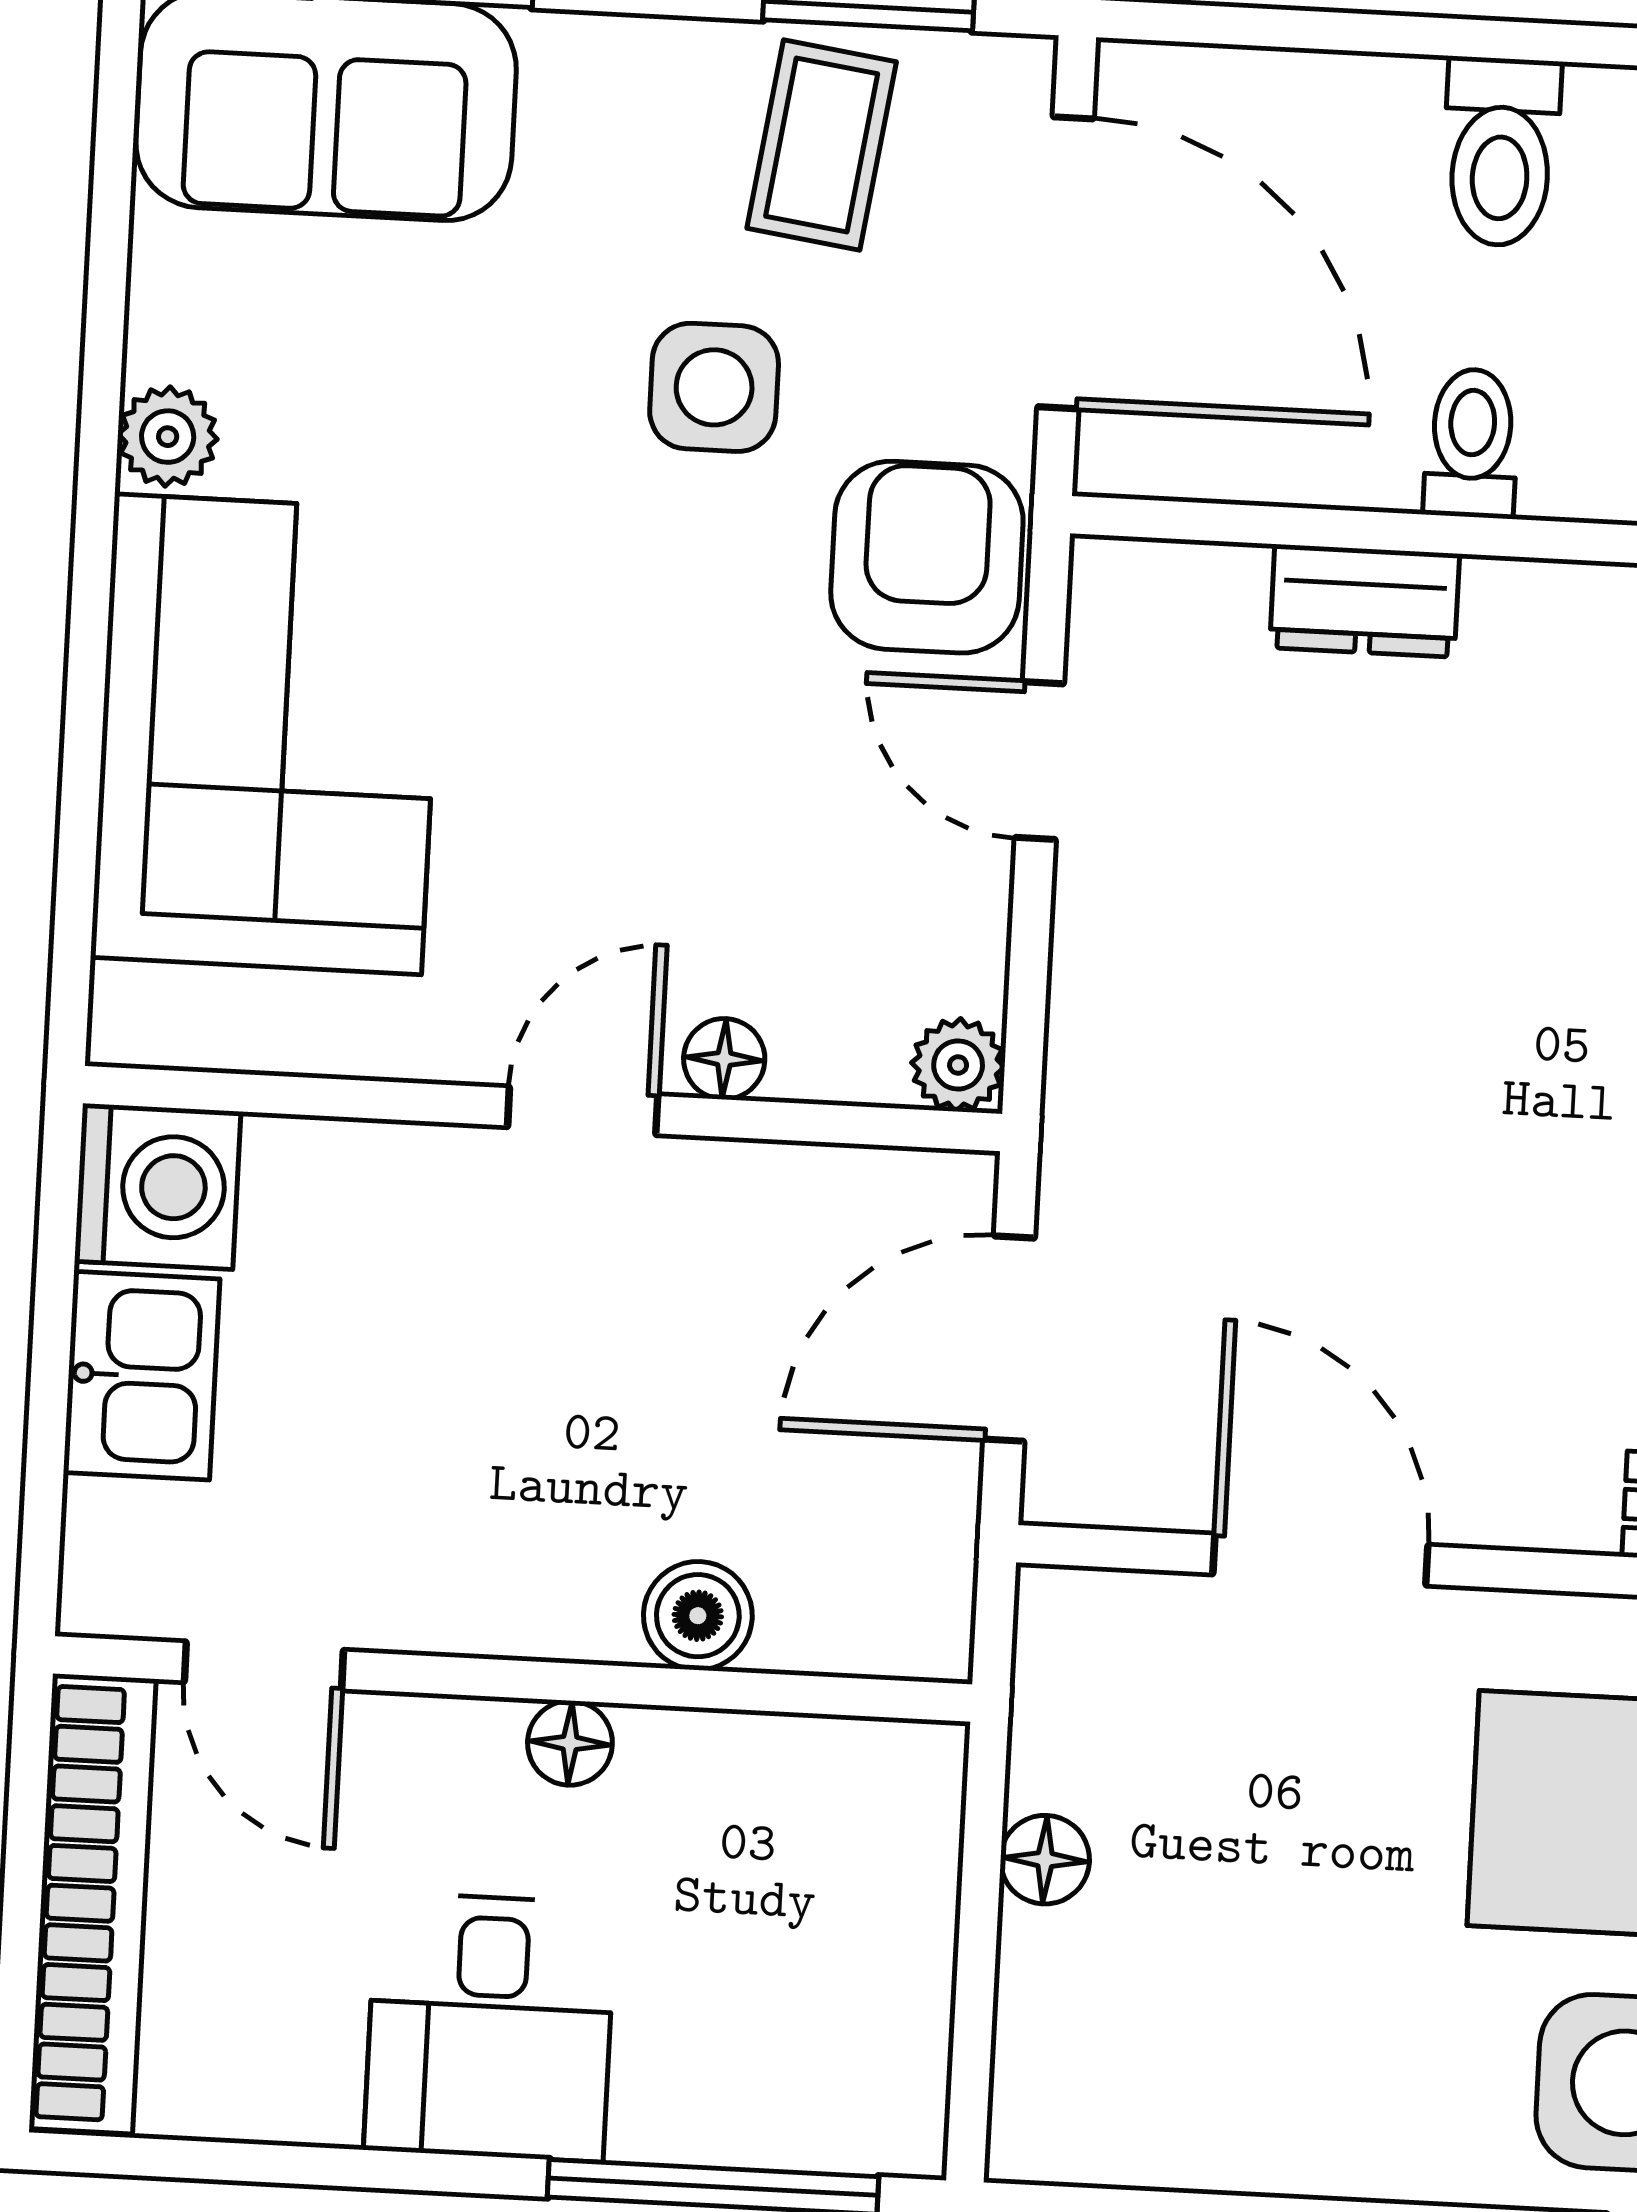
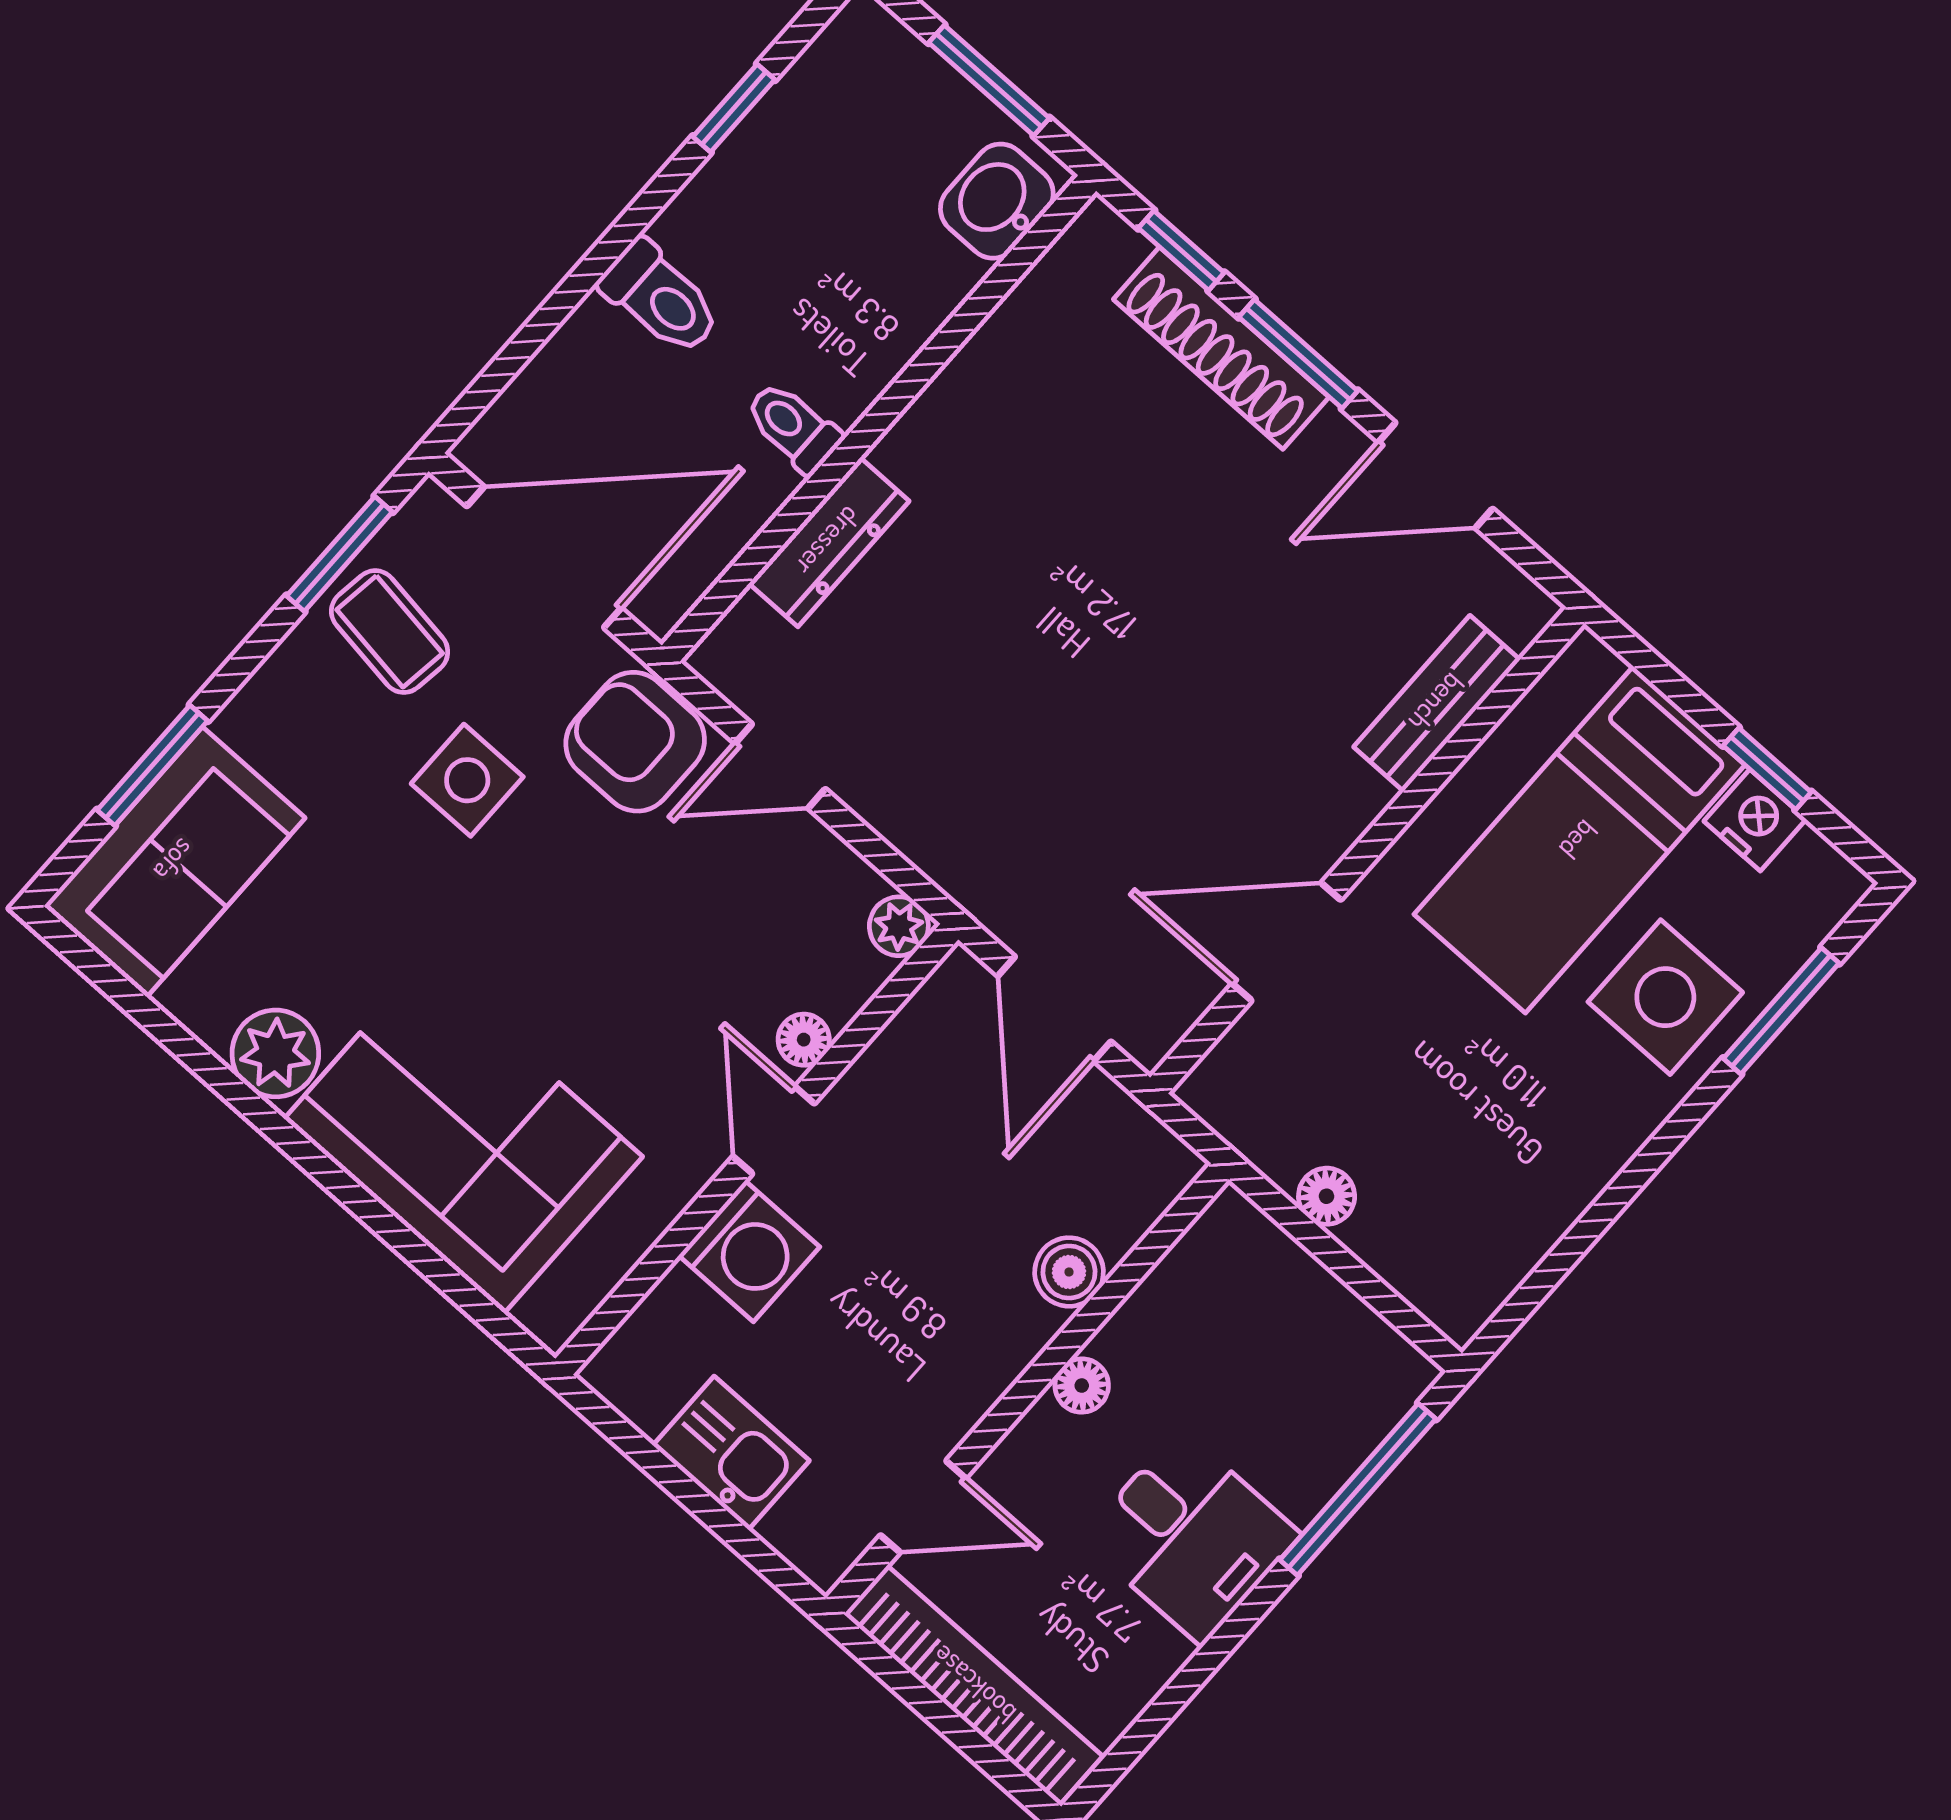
plant: (168, 437) -> (275, 1053), width x1.38, depth x1.38
dresser: (1365, 601) -> (829, 542), width x1.44
washing machine: (158, 1186) -> (749, 1251), moved, turned 90

